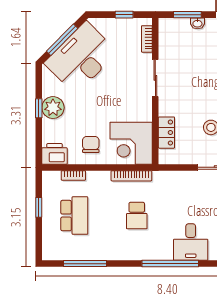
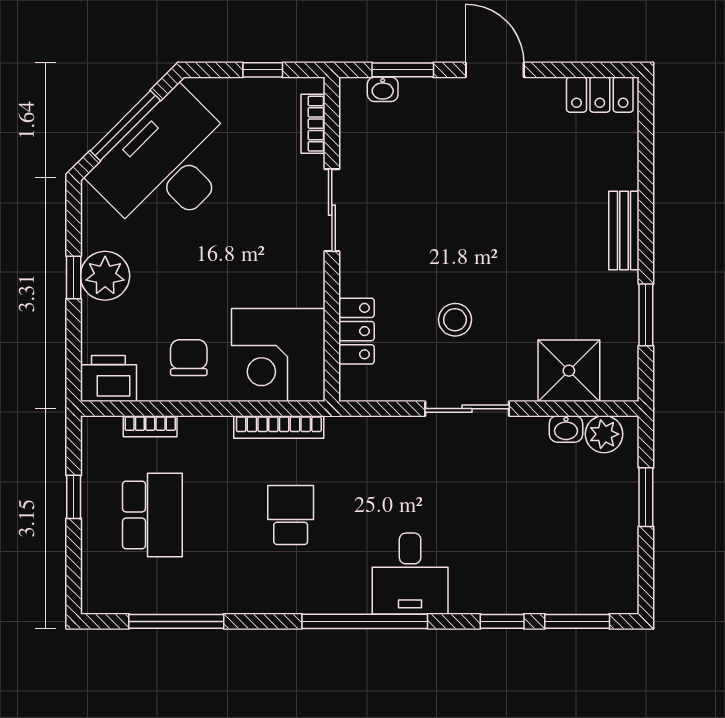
washbasin: (197, 23) -> (383, 89), moved
school desk: (137, 216) -> (291, 515), turned 180

